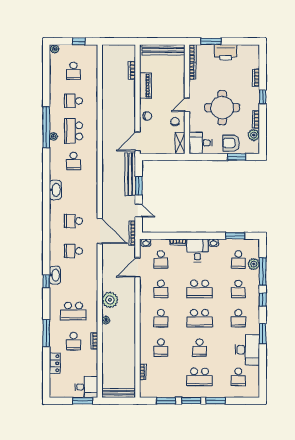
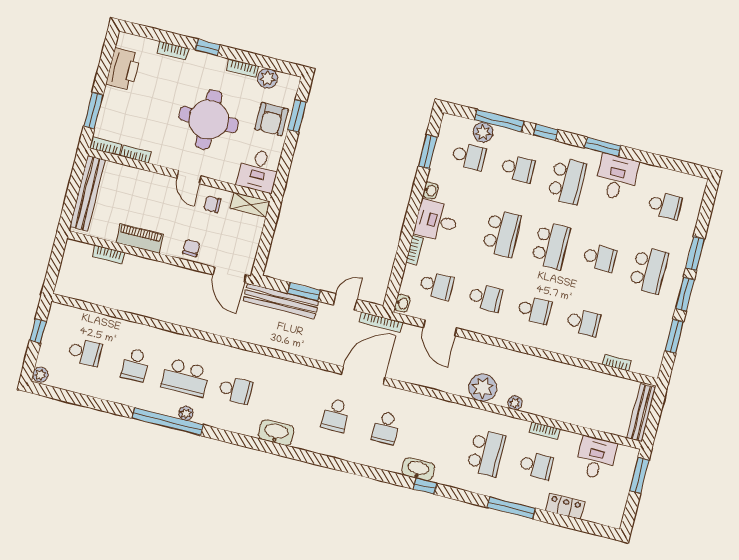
printer: (226, 52) -> (123, 69), moved
school desk: (238, 318) -> (567, 181), width x1.85
desk: (247, 350) -> (616, 177), width x0.73
desk: (86, 387) -> (596, 458), moved

